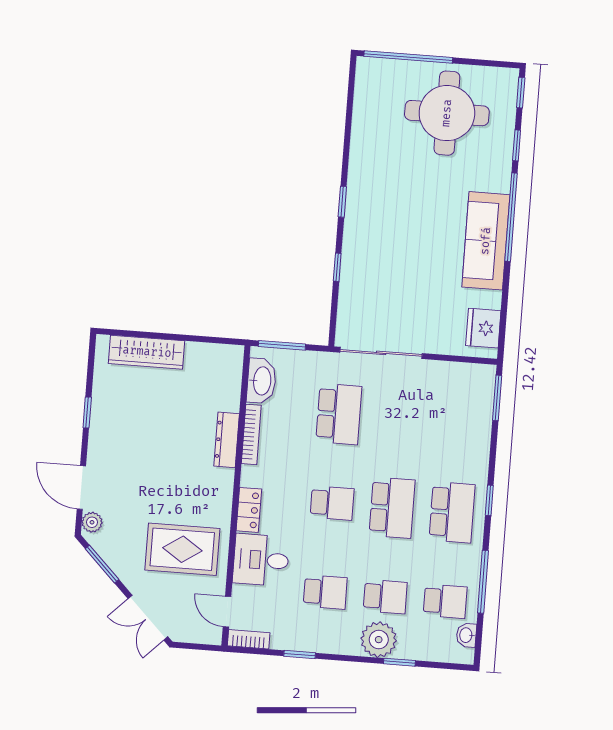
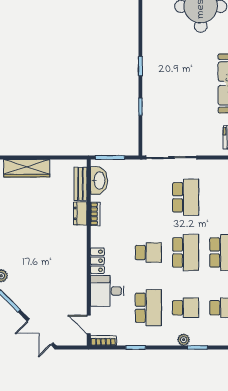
bench: (231, 384) -> (80, 184), added
school desk: (339, 414) -> (186, 197), moved
bookcase: (251, 434) -> (95, 214), width x0.64
dresser: (227, 440) -> (80, 213), width x0.70
rug: (182, 549) -> (58, 288), removed
school desk: (325, 592) -> (148, 308), width x1.85
plant: (379, 640) -> (184, 340), width x0.53, depth x0.53

